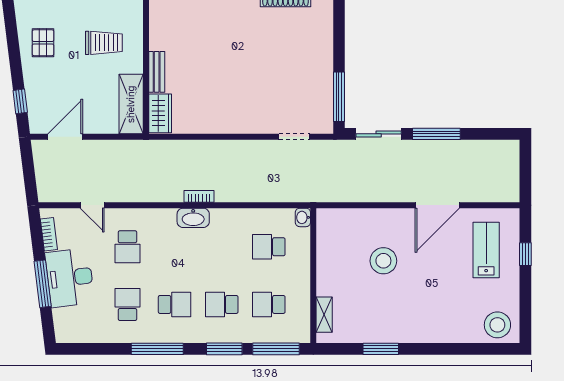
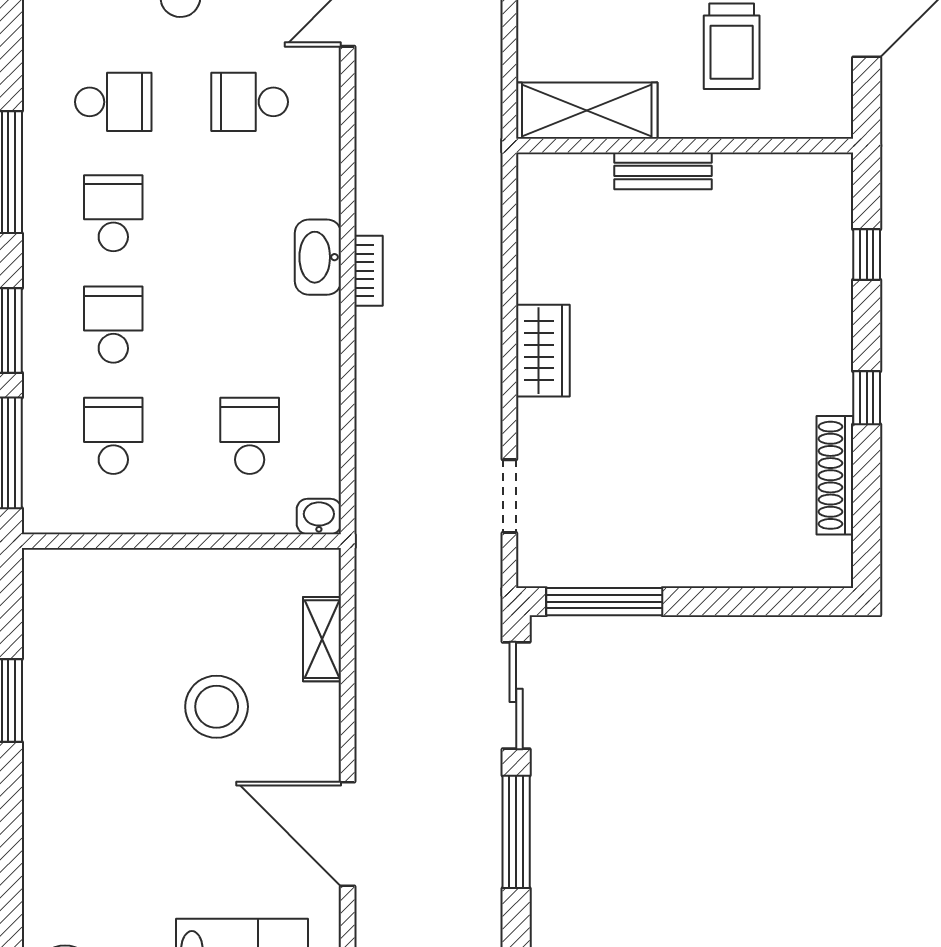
wardrobe: (160, 113) -> (543, 351), moved, turned -90
school desk: (175, 304) -> (113, 213), turned 180
shelving: (324, 315) -> (322, 639), moved, turned 90

